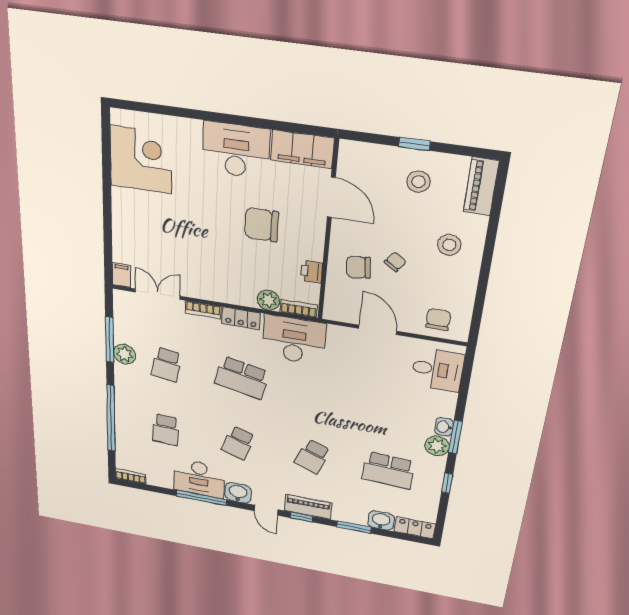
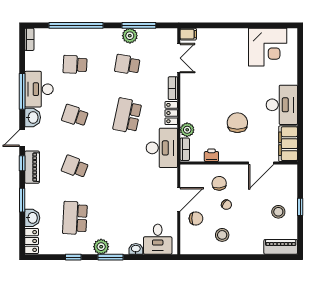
stool: (449, 245) -> (222, 235), moved
chair: (438, 320) -> (196, 218), moved
washbasin: (444, 427) -> (136, 249), moved

